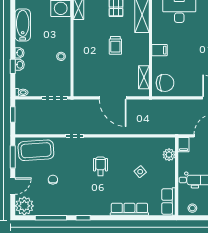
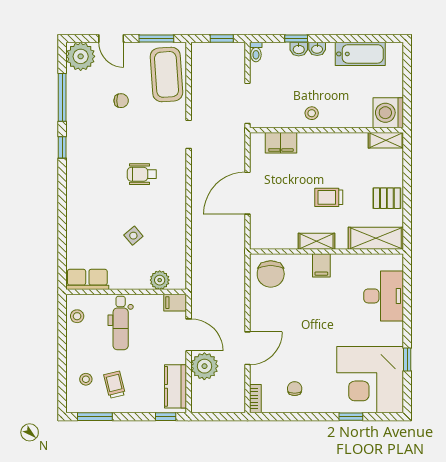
filing cabinet: (80, 76) -> (281, 143), added
shelving: (144, 77) -> (317, 241), moved
wheelchair: (100, 166) -> (142, 174), turned 180
row of seats: (129, 209) -> (75, 219), removed

